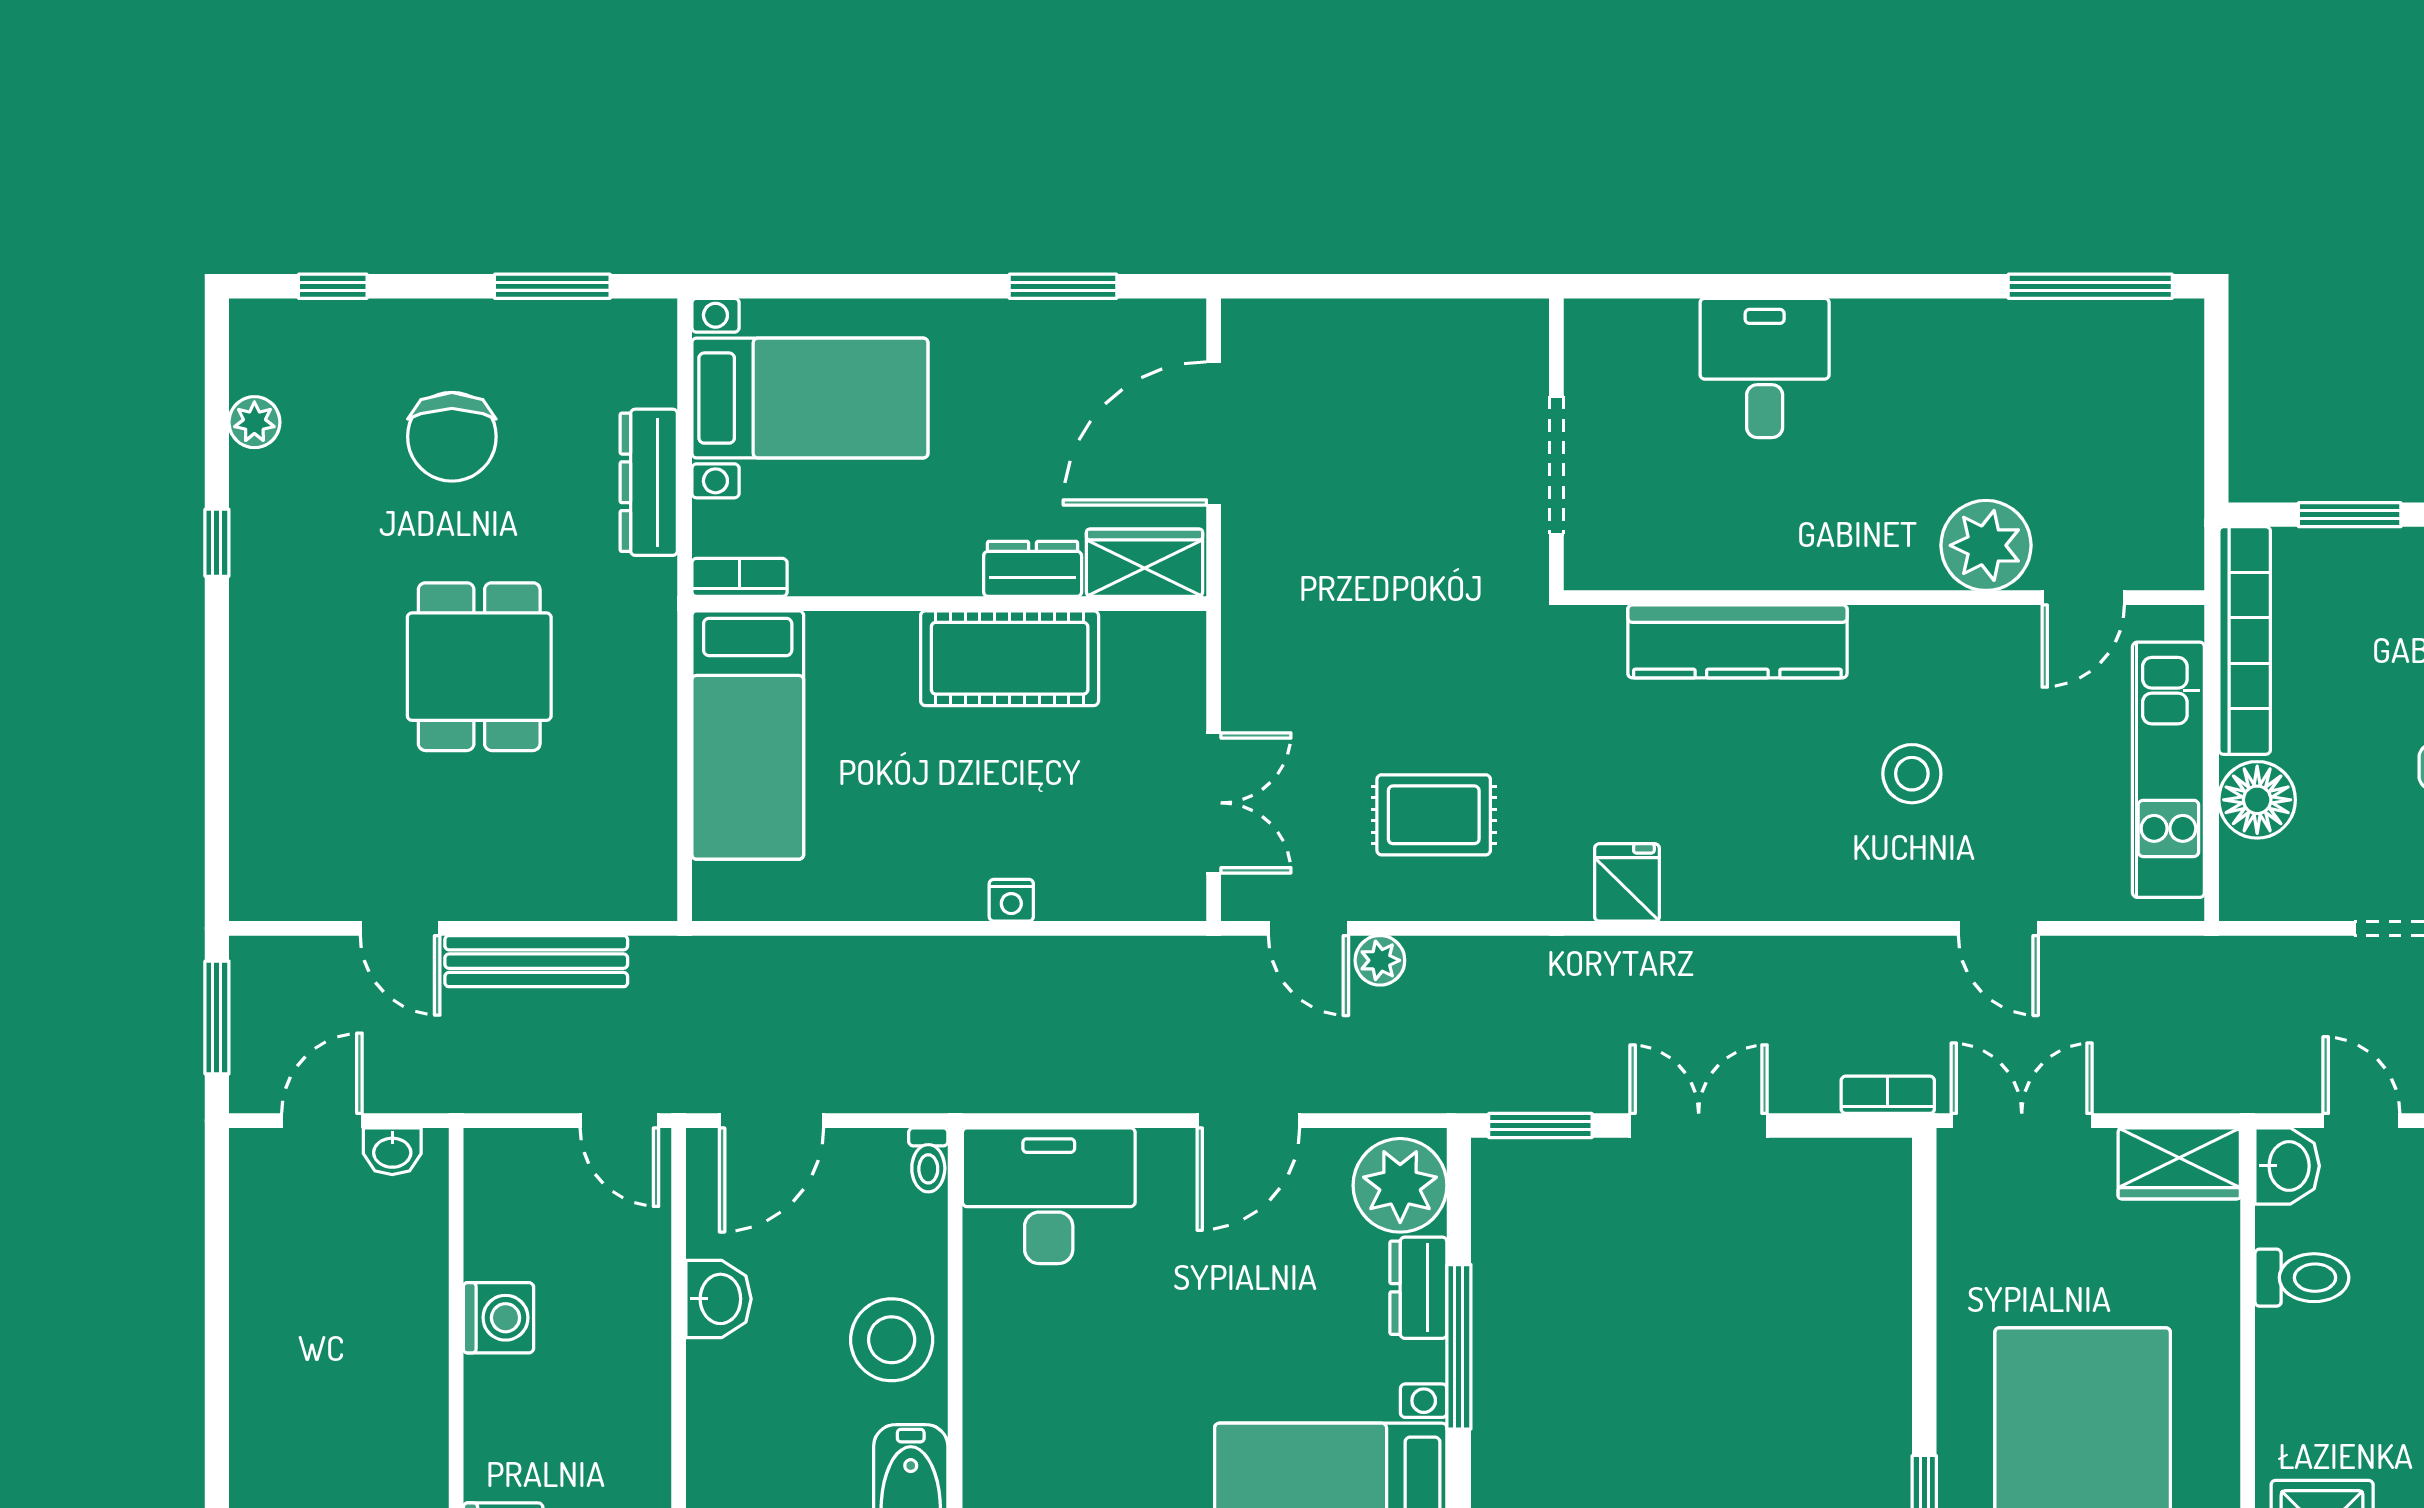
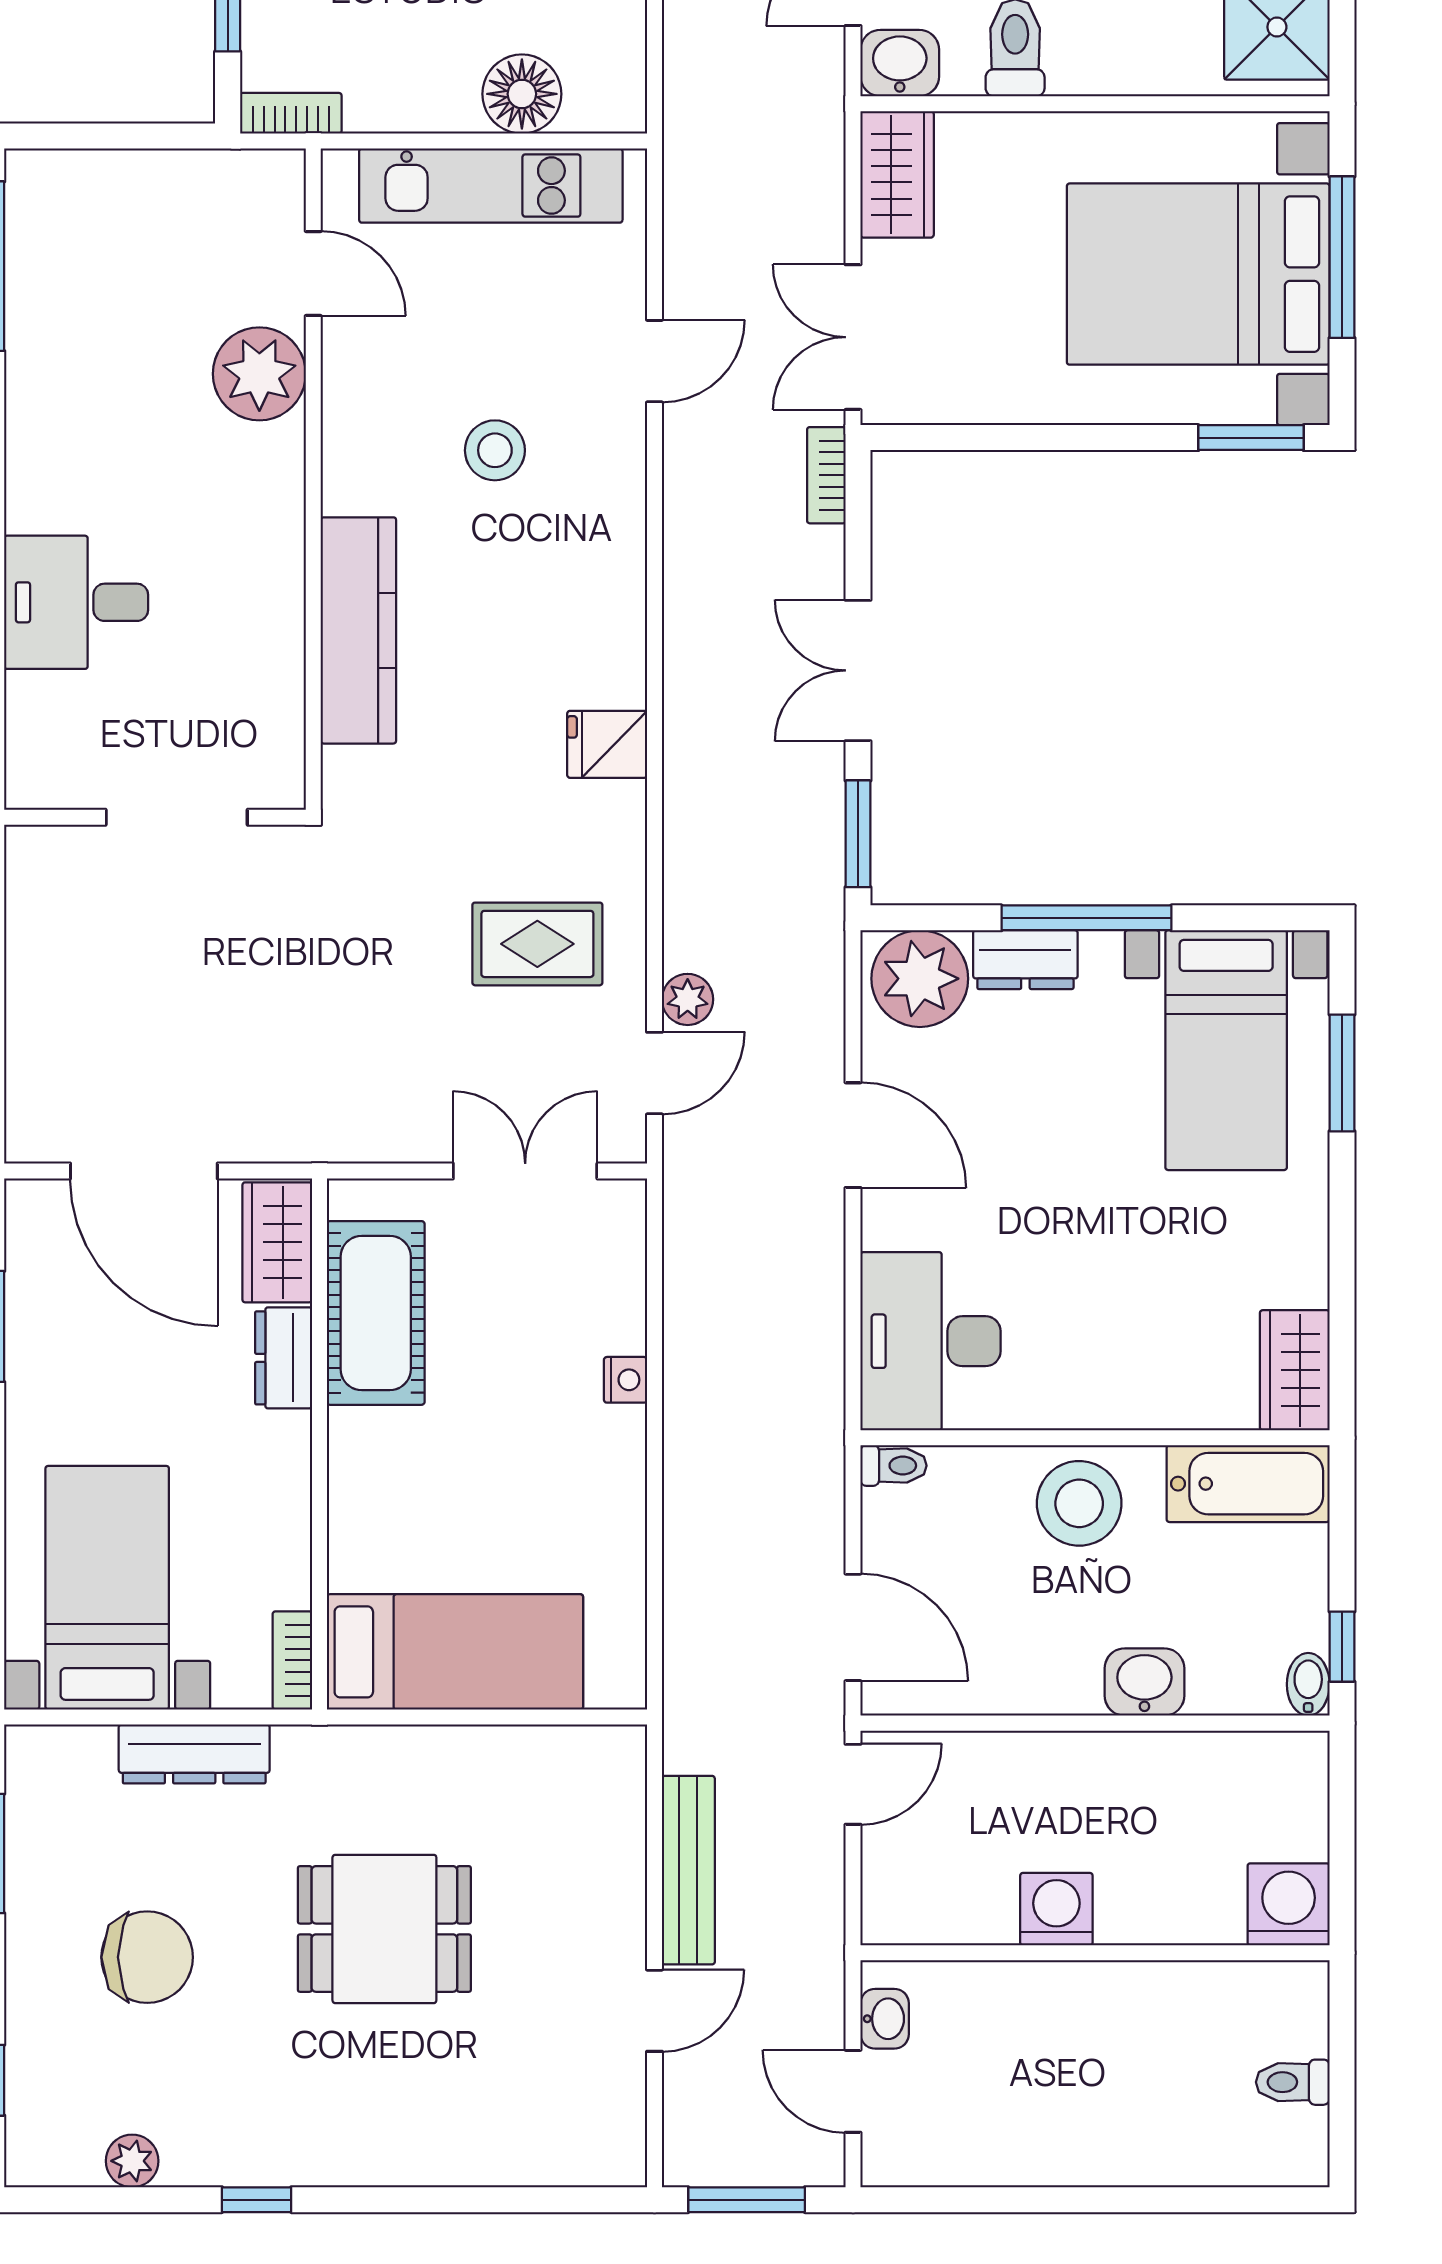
bookcase: (2245, 641) -> (291, 113), width x0.43, depth x0.76
cot: (1010, 658) -> (376, 1313), moved
rug: (1434, 815) -> (537, 944), turned 90
washbasin: (719, 1299) -> (1144, 1682), moved

